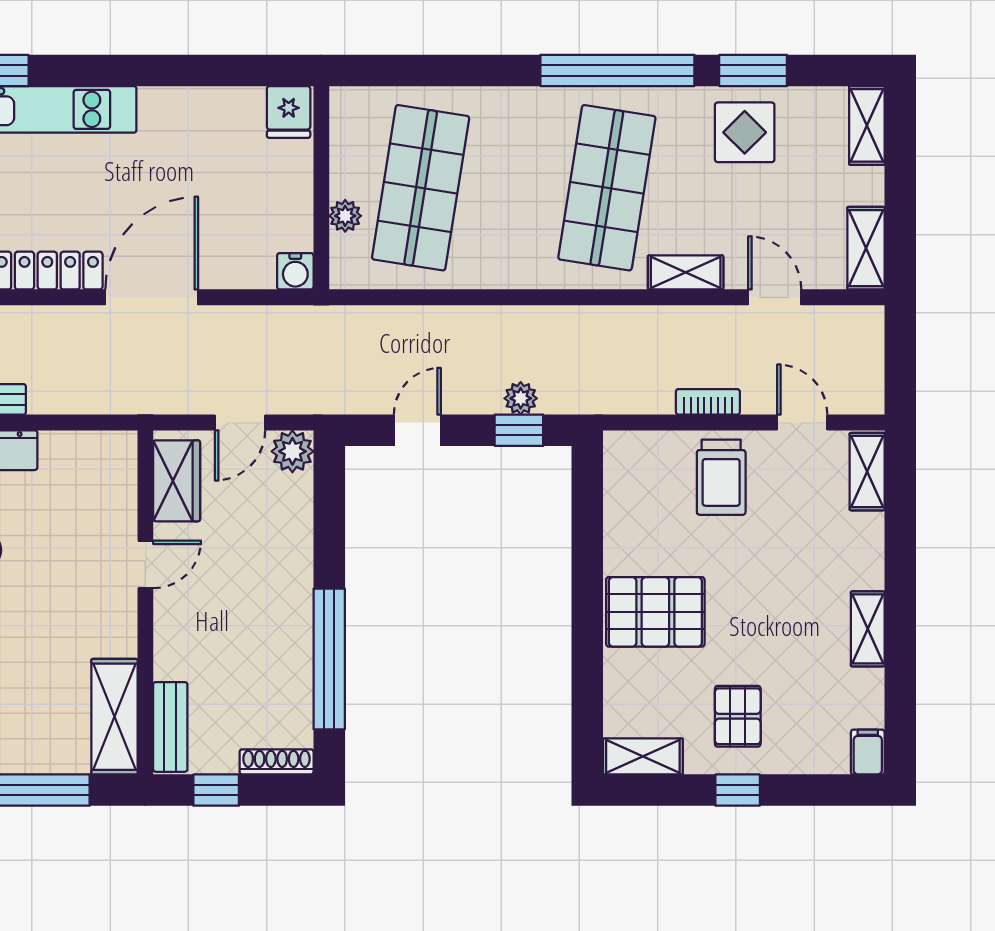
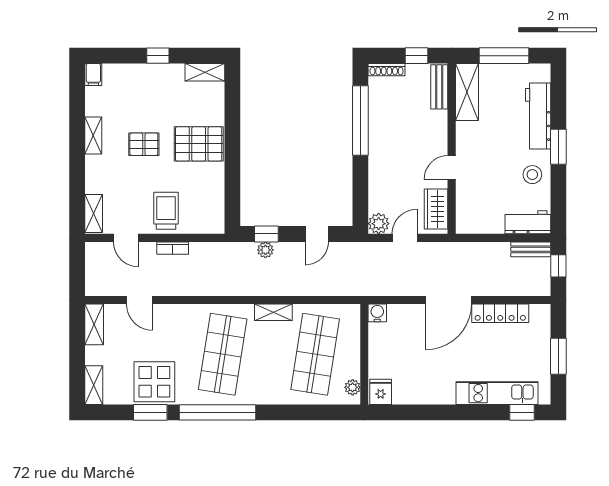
display table: (745, 132) -> (154, 382), width x1.36, depth x1.36
plant: (345, 216) -> (353, 387), moved
shelving: (686, 272) -> (273, 312), moved
pallet: (738, 716) -> (144, 144), moved, turned 90

